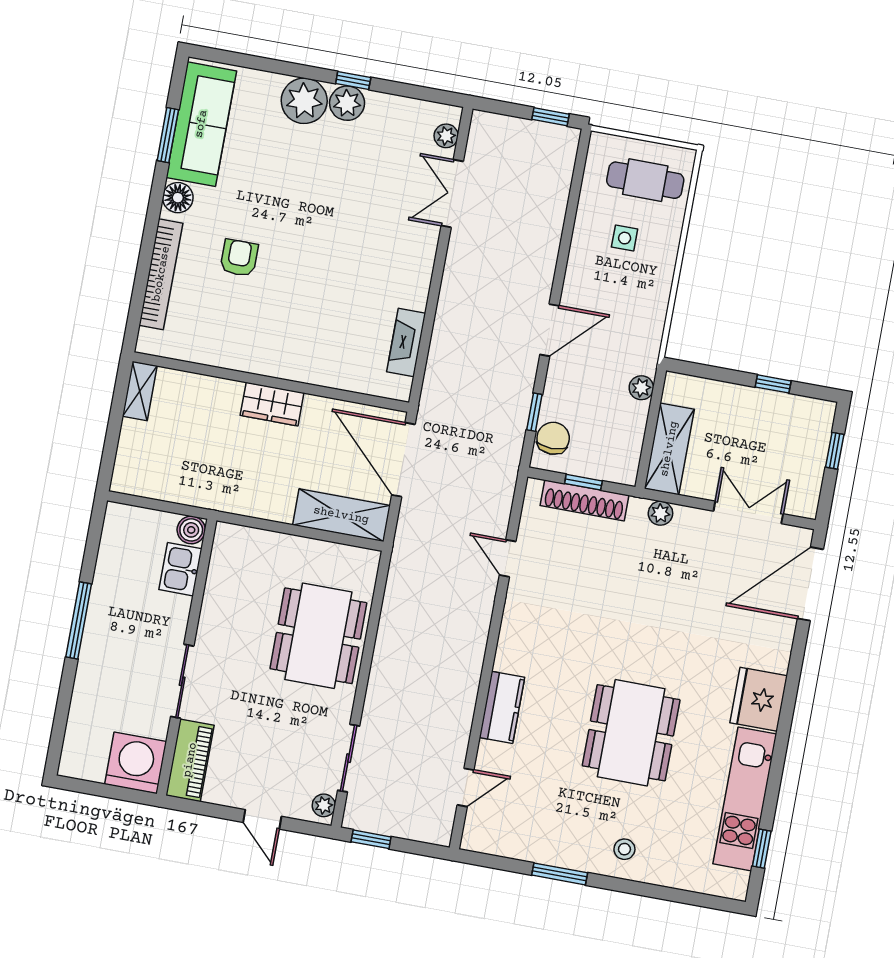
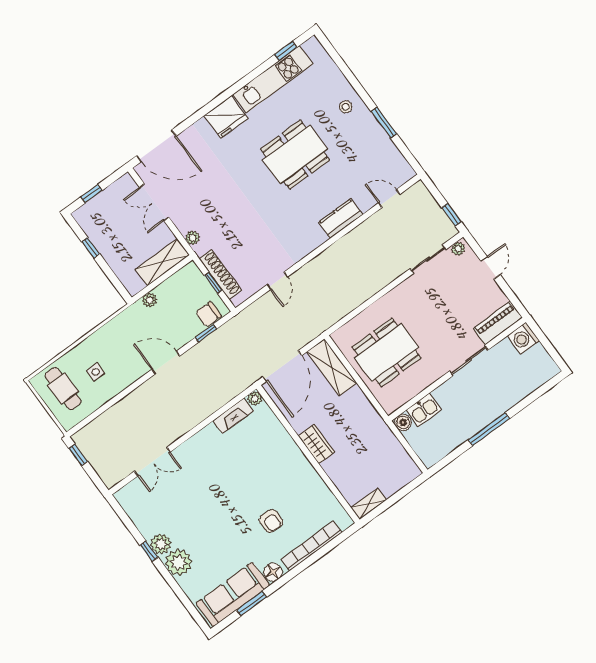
plant: (446, 136) -> (255, 398), moved
armchair: (239, 258) -> (271, 521), turned -90
dining table: (318, 636) -> (387, 352), moved
washing machine: (136, 763) -> (523, 338), width x0.73, depth x0.73

